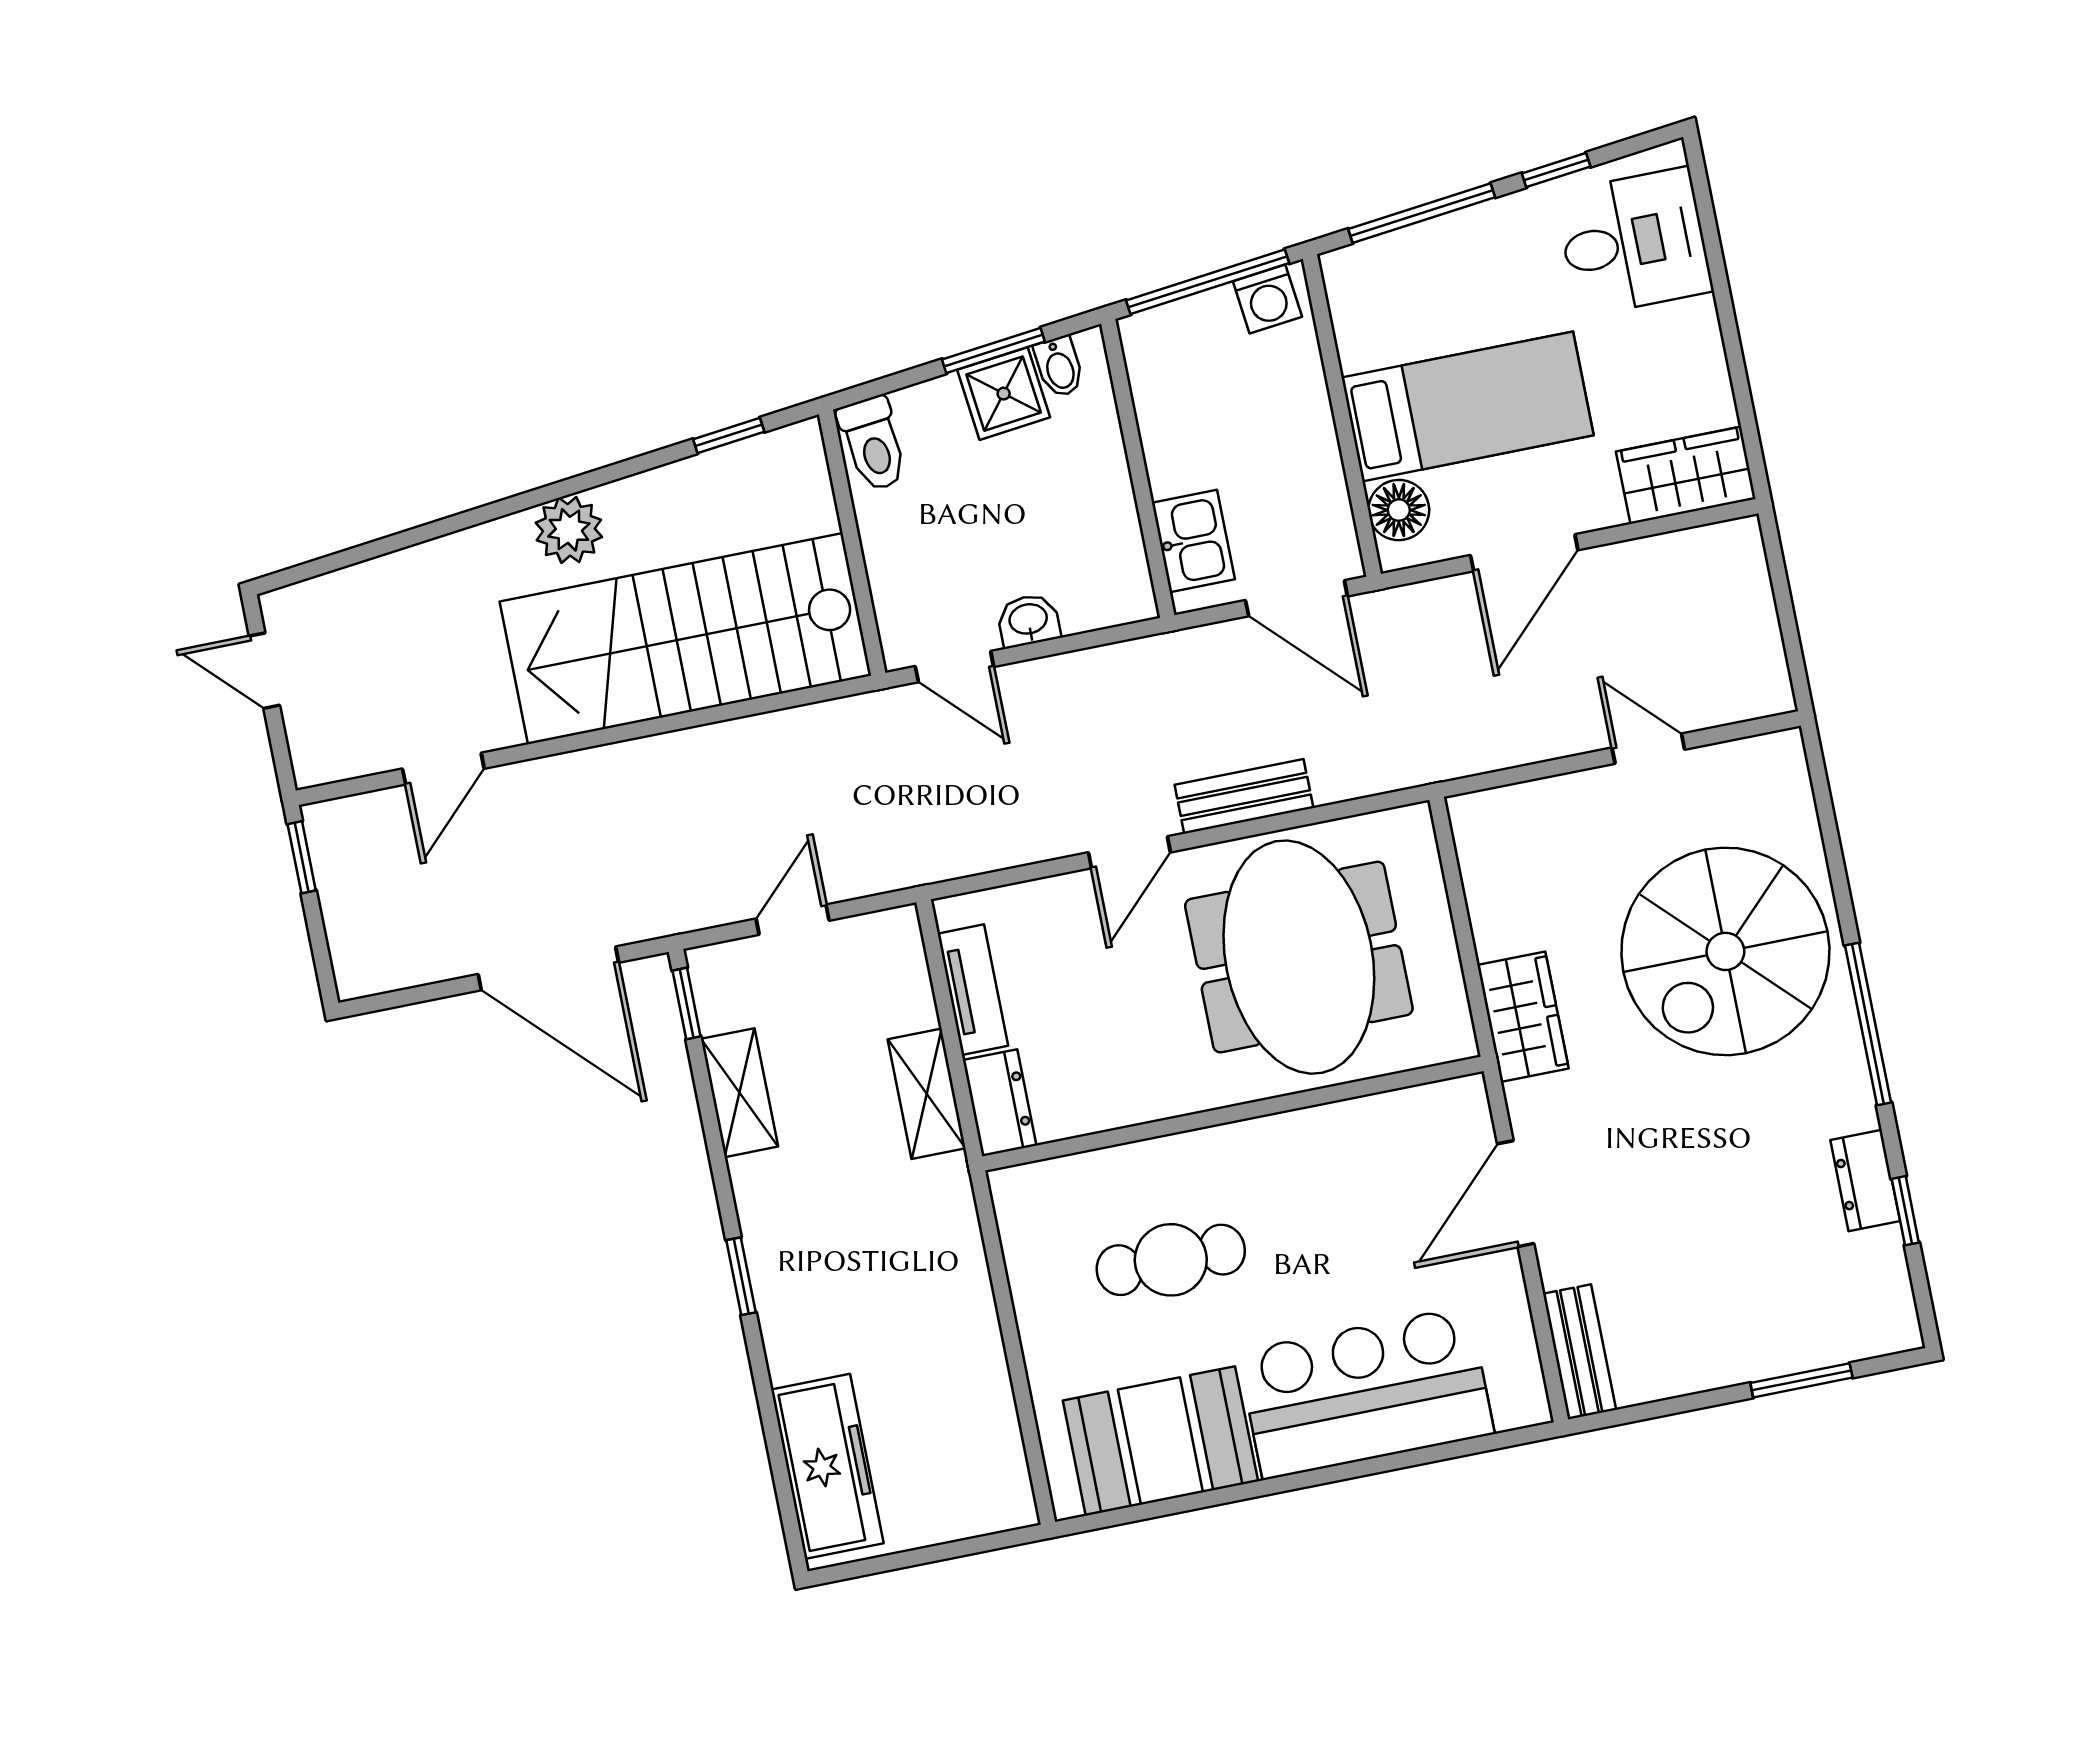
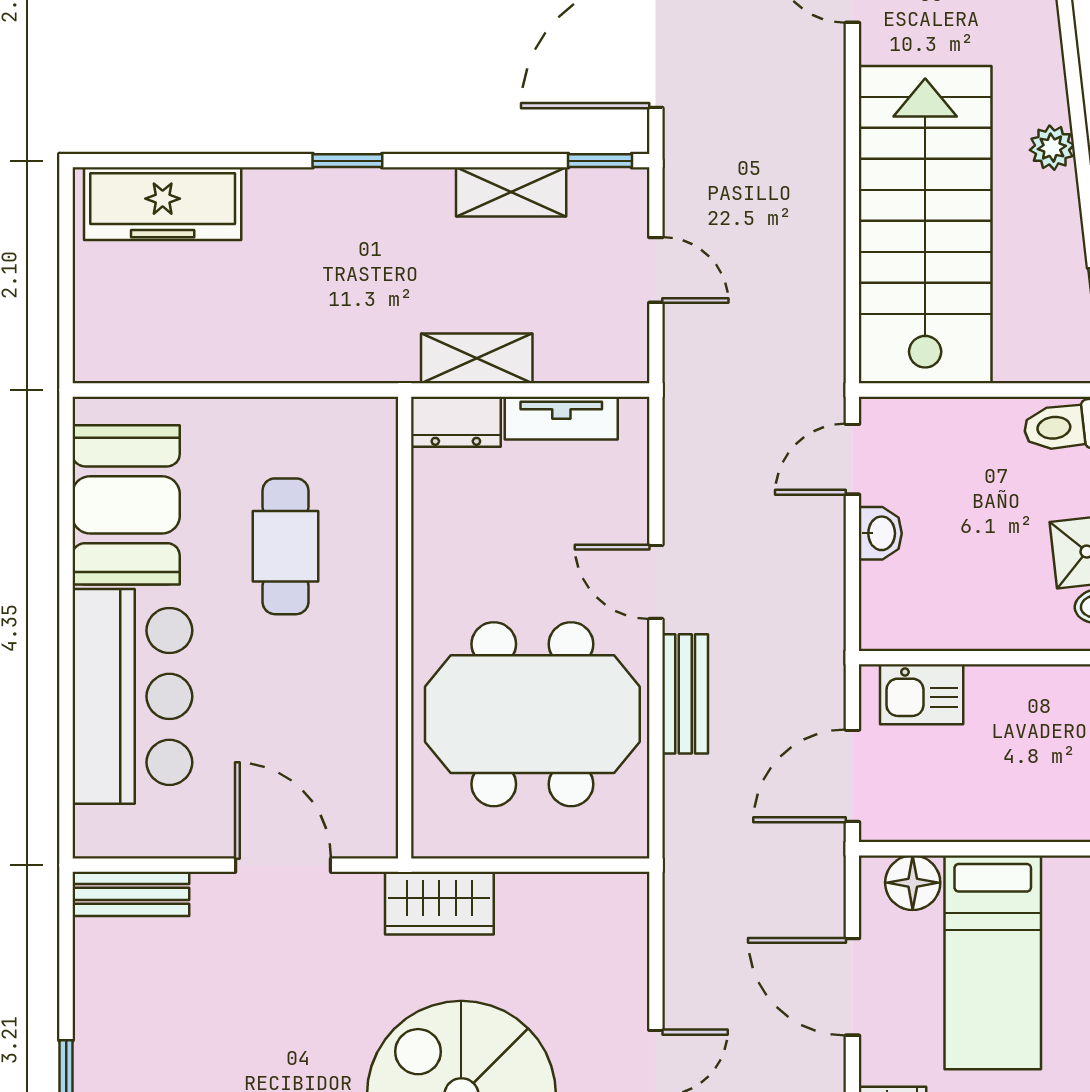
plant: (569, 530) -> (1052, 148), width x0.73, depth x0.73

